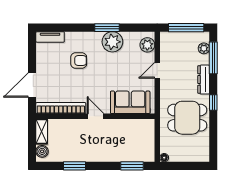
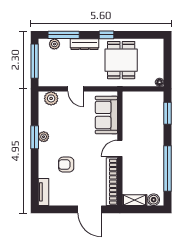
plant: (112, 42) -> (44, 137), width x0.53, depth x0.53
armchair: (79, 61) -> (66, 165), turned -90
window: (75, 166) -> (167, 168), width x2.11

